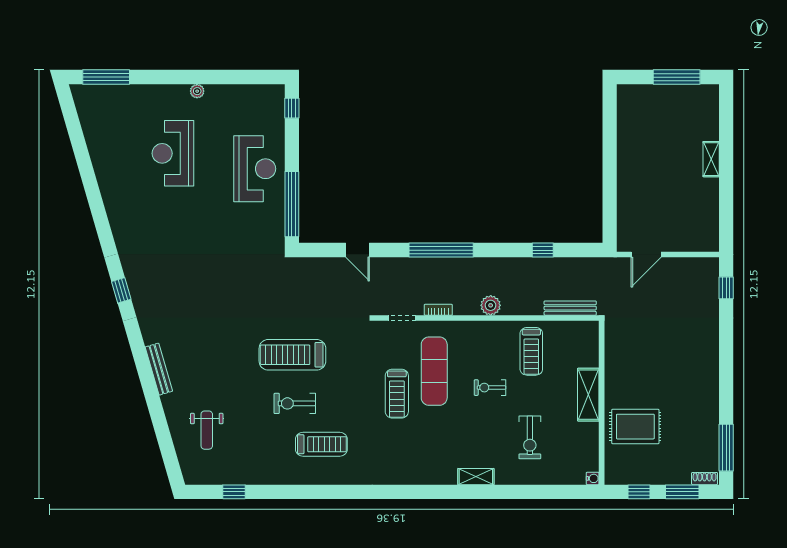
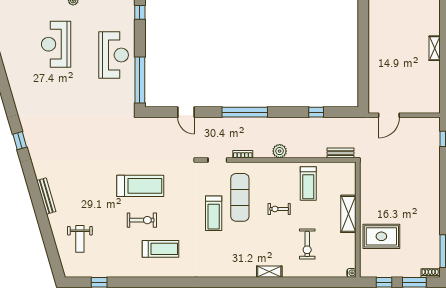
bench: (570, 308) -> (340, 153), width x0.73
treadmill: (292, 355) -> (140, 186), turned 180
exercise bike: (295, 403) -> (142, 220), turned 180

